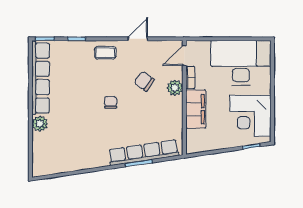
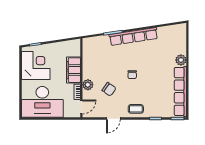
row of seats: (144, 153) -> (133, 36), moved

